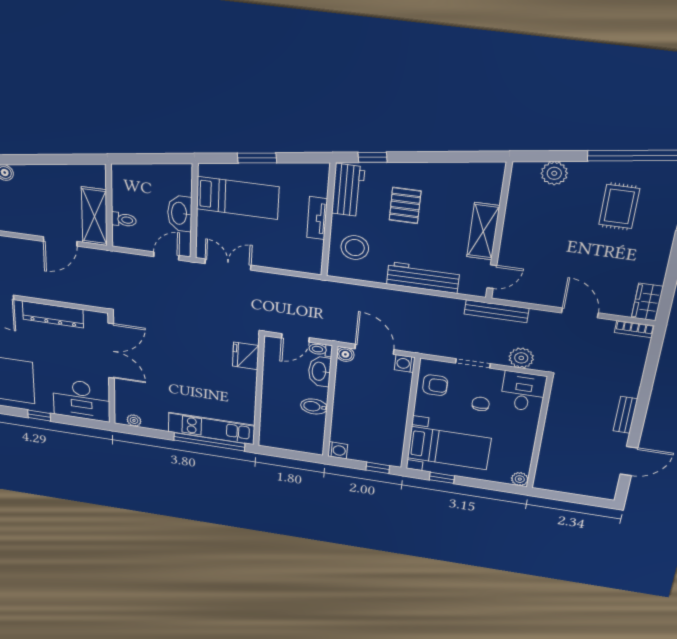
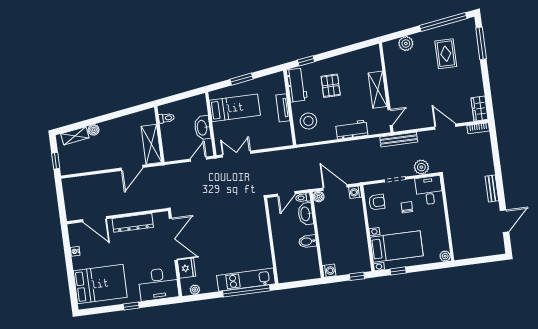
toilet: (124, 220) -> (166, 118), moved
workbench: (423, 278) -> (352, 129), width x0.73
fridge: (246, 356) -> (187, 268), moved, turned 180

